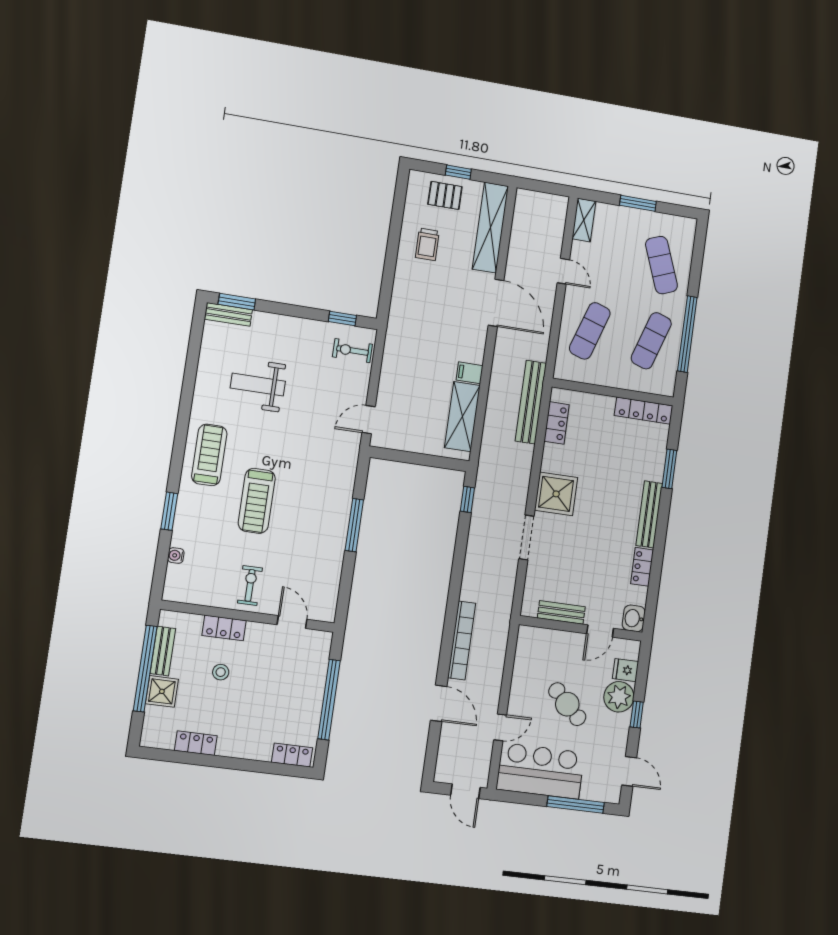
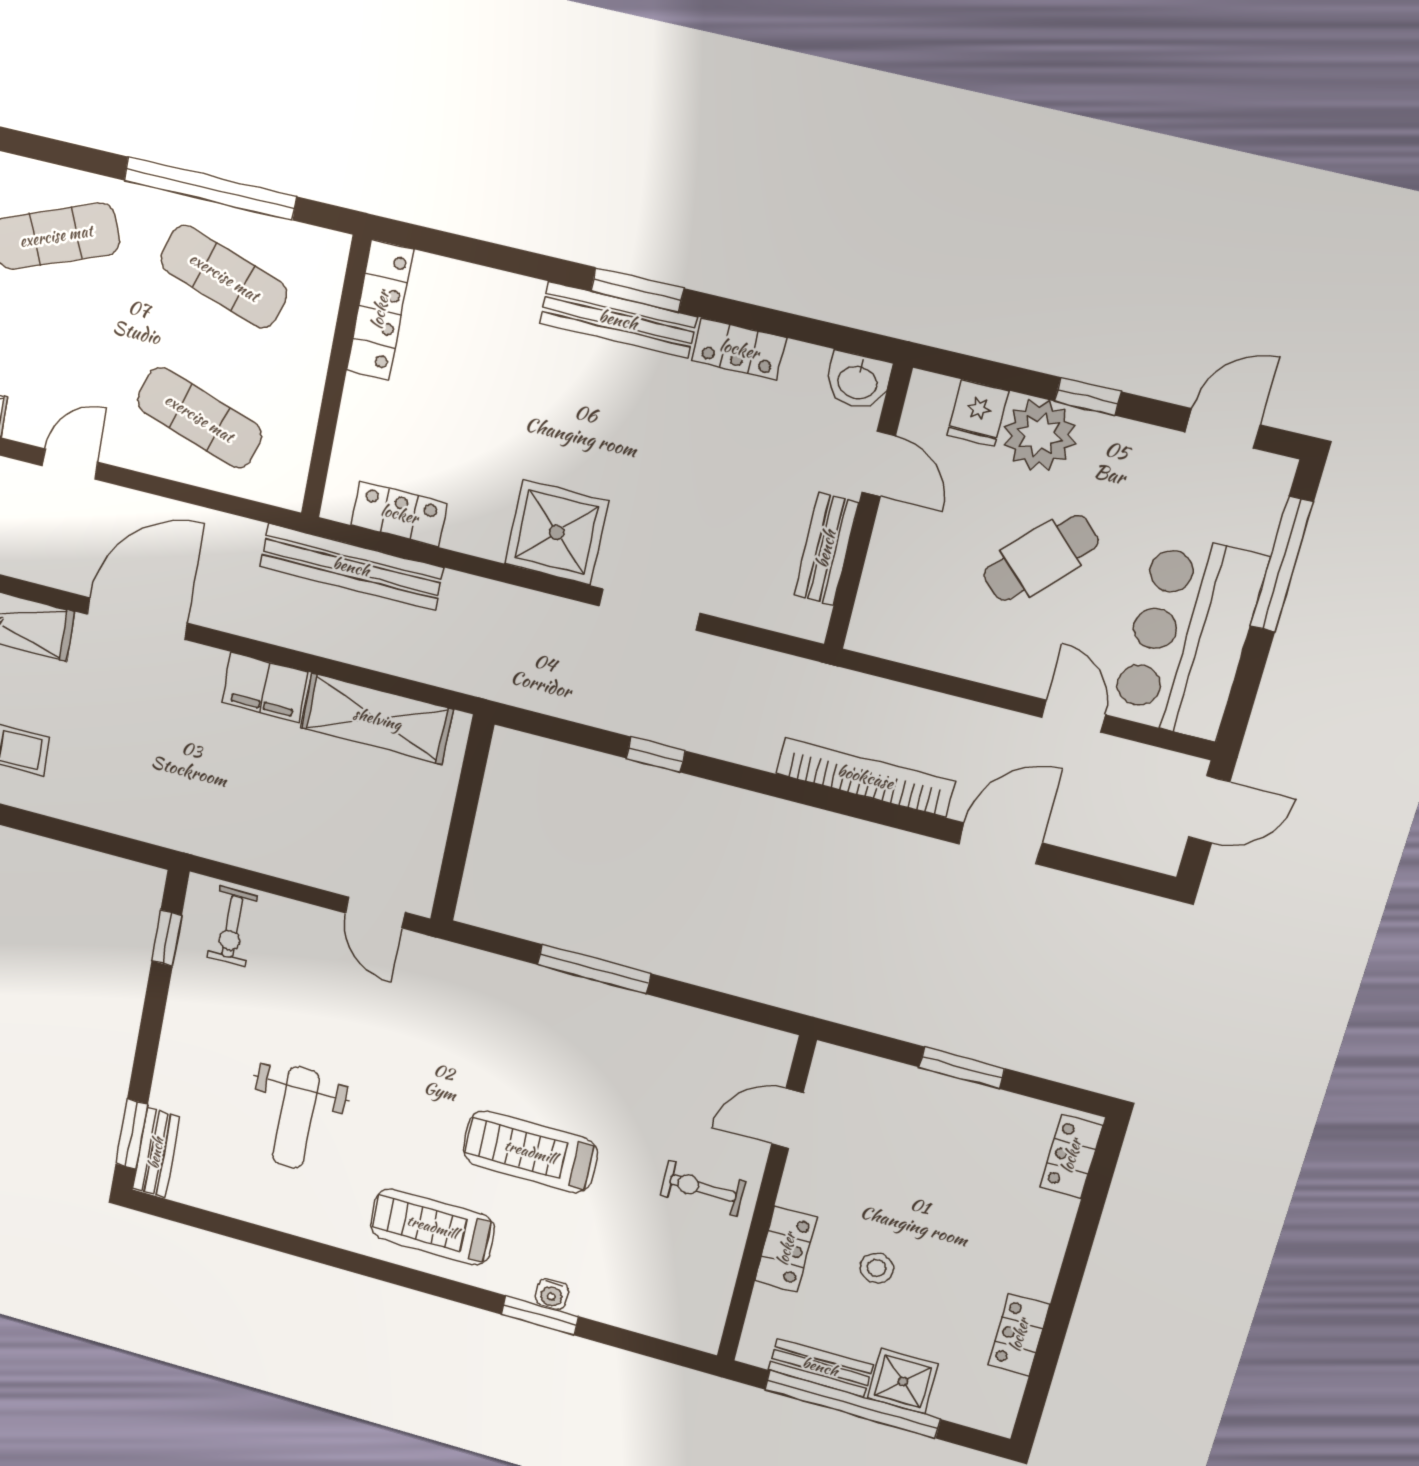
filing cabinet: (470, 373) -> (265, 687), width x2.00
window: (669, 469) -> (637, 290), moved
window: (467, 499) -> (656, 755), moved
treadmill: (257, 501) -> (530, 1152), turned 180
water cooler: (176, 555) -> (552, 1294), moved
window: (329, 700) -> (962, 1068), width x0.47

